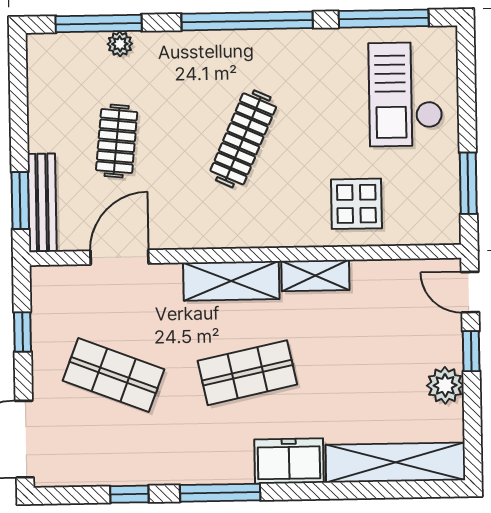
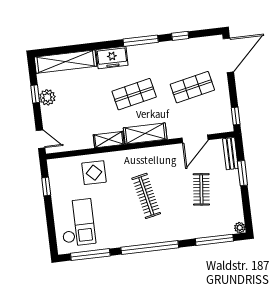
plant: (120, 44) -> (240, 228), moved
clothes rail: (243, 139) -> (146, 196), turned -36
window: (468, 183) -> (46, 187), width x0.67
window: (20, 200) -> (242, 173), moved
bench: (42, 203) -> (230, 154), width x0.73
window: (23, 332) -> (236, 116), moved
window: (471, 351) -> (35, 94), moved
shop shelf: (114, 375) -> (192, 87), turned -33

